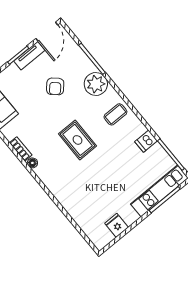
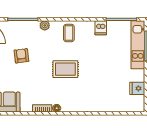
plant: (96, 84) -> (45, 25), width x0.53, depth x0.53
armchair: (55, 86) -> (21, 56), turned -139

